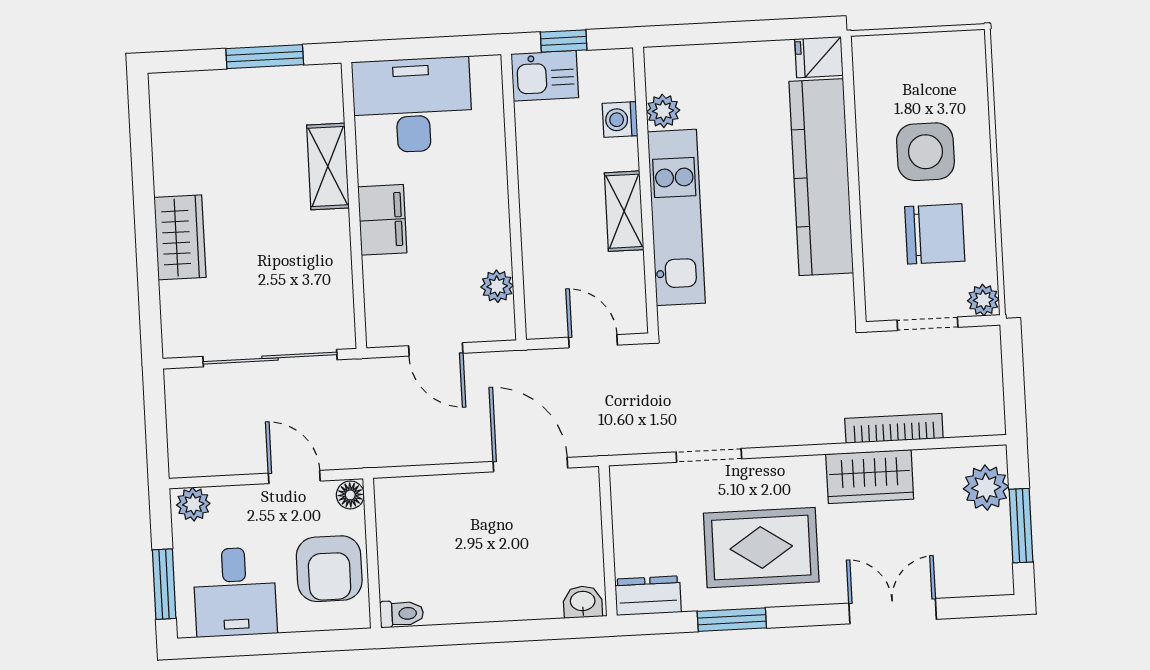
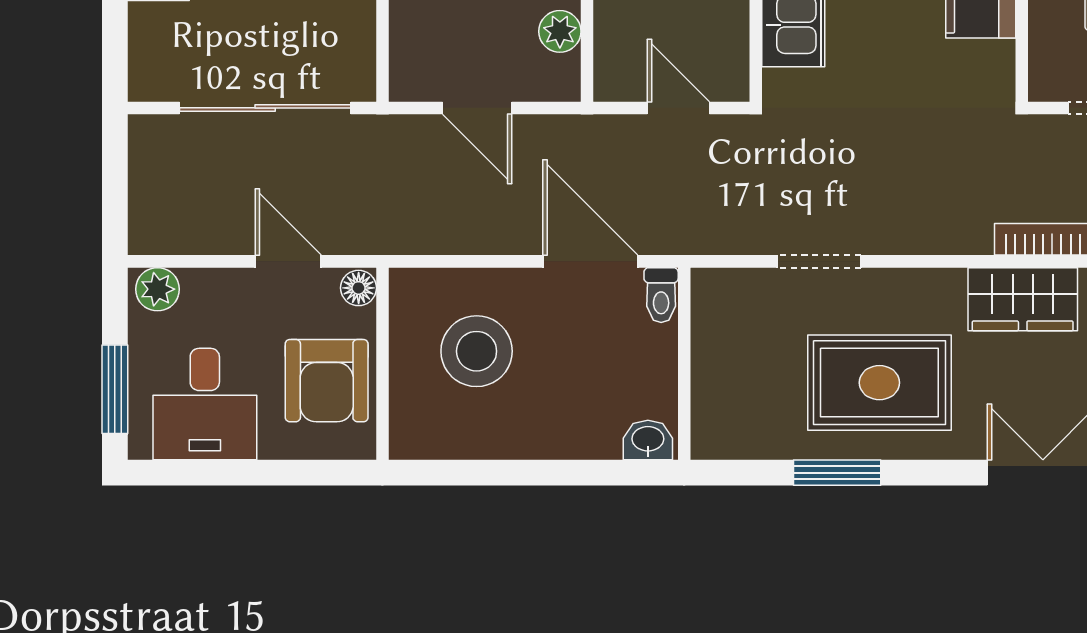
stool: (445, 540) -> (477, 351), added
dresser: (648, 596) -> (732, 436), removed
toilet: (402, 614) -> (661, 295), moved, turned 90

